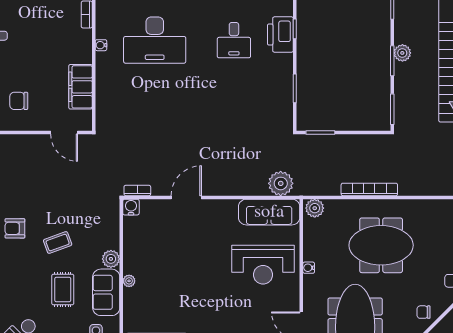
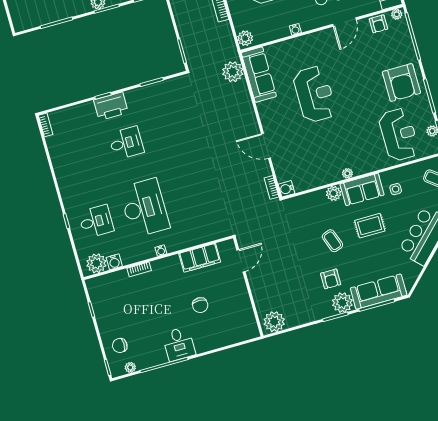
chair: (19, 101) -> (200, 305), moved
reception desk: (263, 265) -> (315, 94), moved

